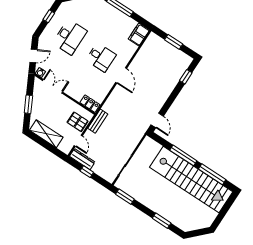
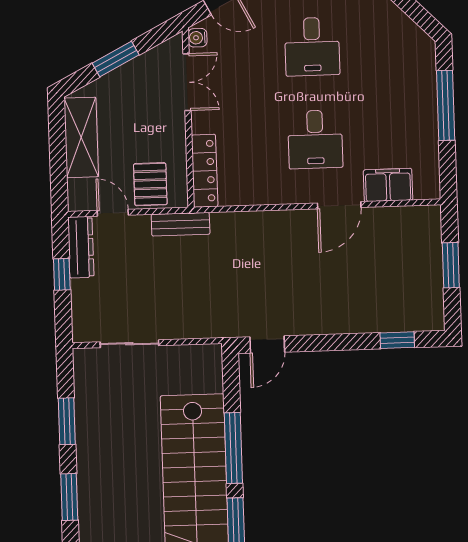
filing cabinet: (139, 34) -> (388, 185), moved
desk: (70, 37) -> (312, 47), width x0.73
door: (121, 75) -> (339, 205), moved
locker: (90, 104) -> (205, 171), width x1.53
door: (78, 141) -> (113, 213), swing flipped
window: (125, 197) -> (67, 421), moved

